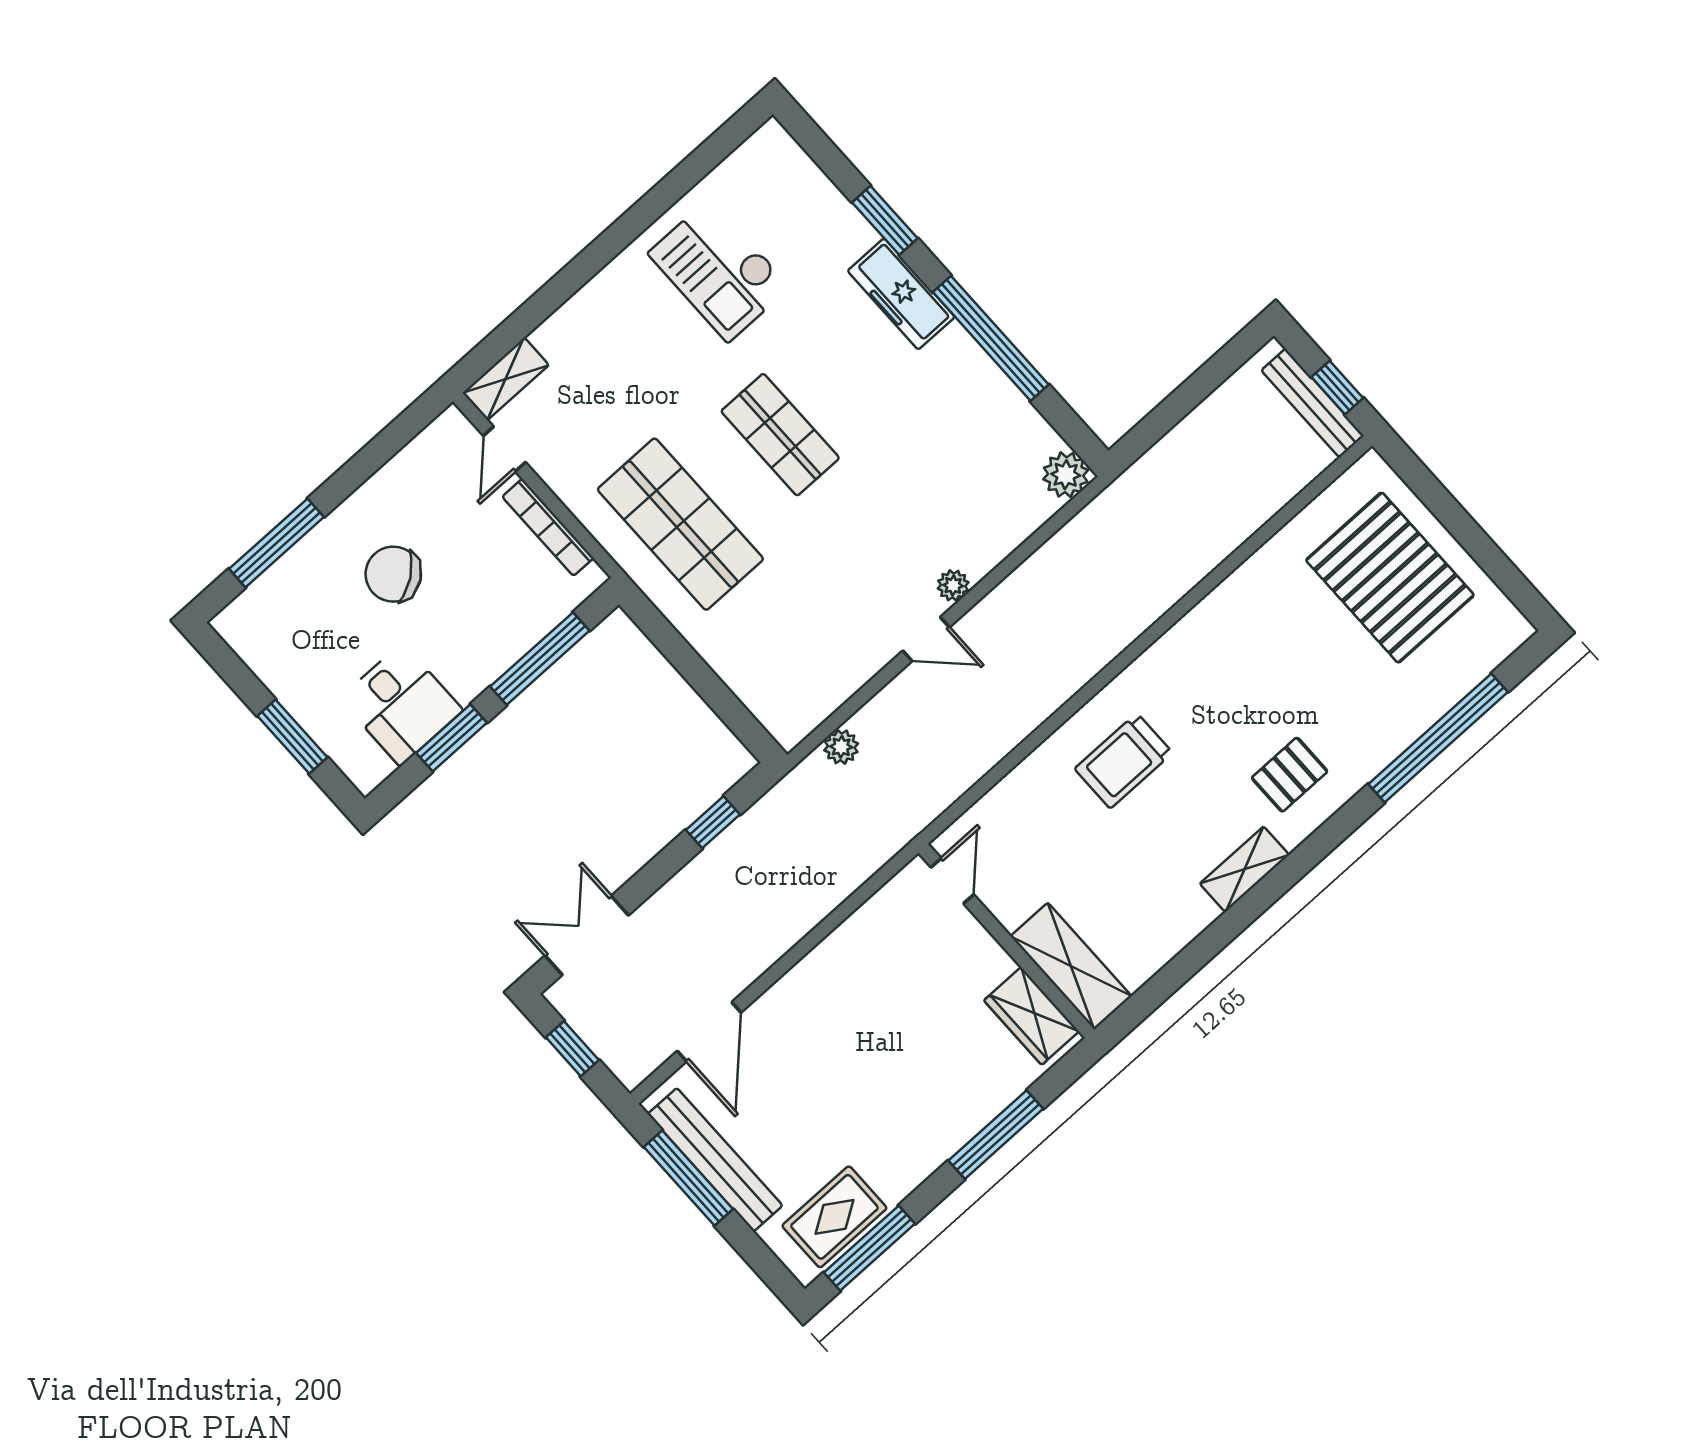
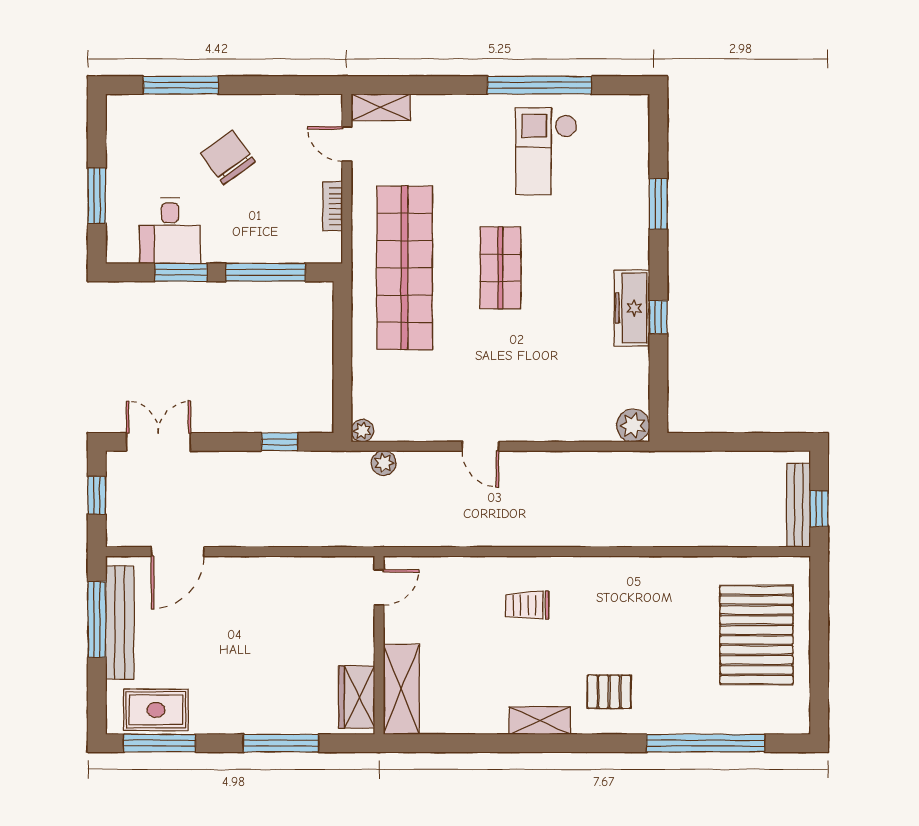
window: (650, 208) -> (539, 85), added
freezer: (901, 294) -> (632, 308), moved
window: (991, 338) -> (658, 317), width x0.32
door: (504, 449) -> (347, 144), hinge flipped
shop shelf: (680, 524) -> (405, 268), width x1.40
bookcase: (548, 527) -> (333, 206), width x0.64
plant: (953, 585) -> (362, 431), moved
trolley: (1124, 761) -> (527, 605), width x0.73, depth x0.72

